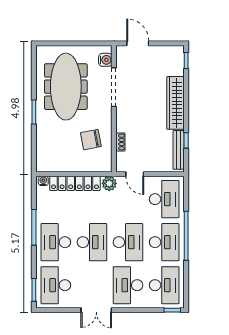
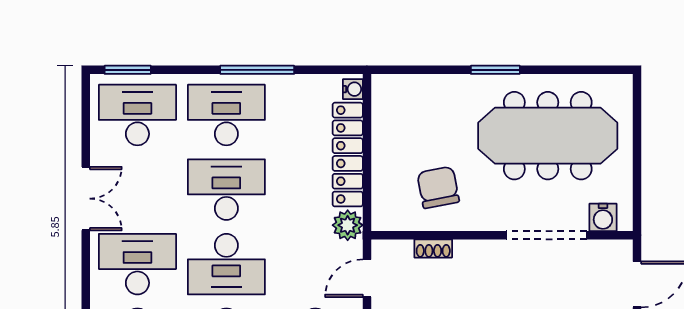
desk: (92, 242) -> (226, 190), turned 180
double door: (96, 310) -> (86, 199), swing flipped

